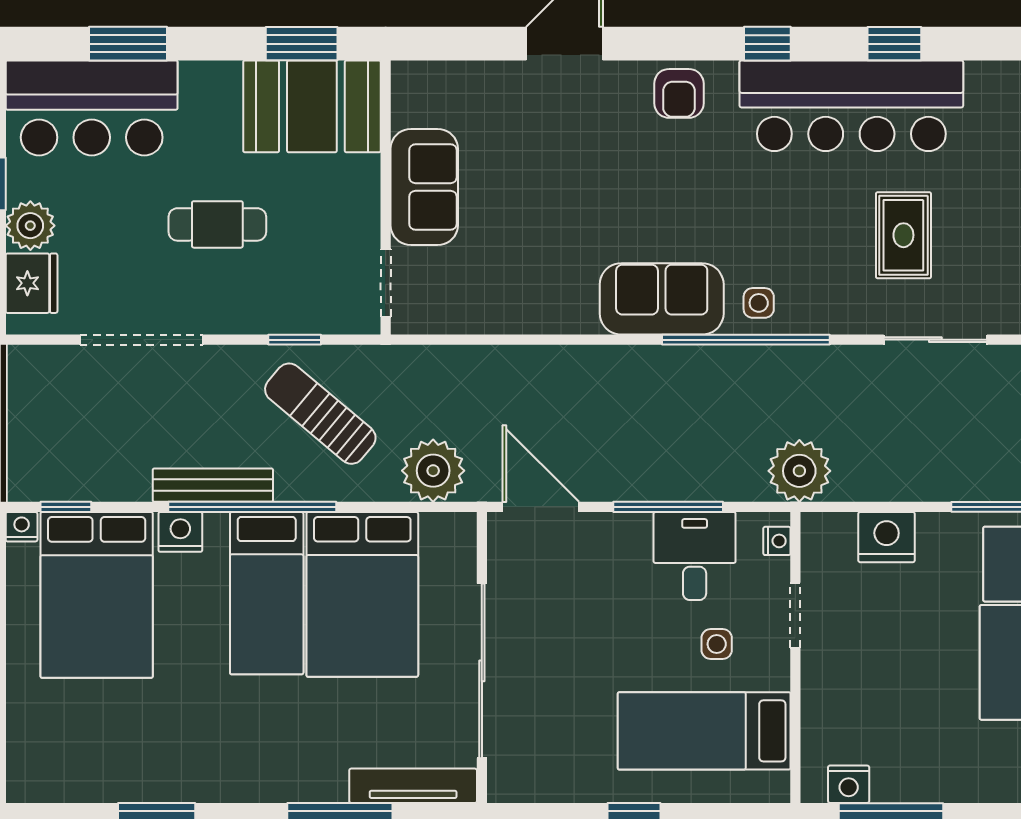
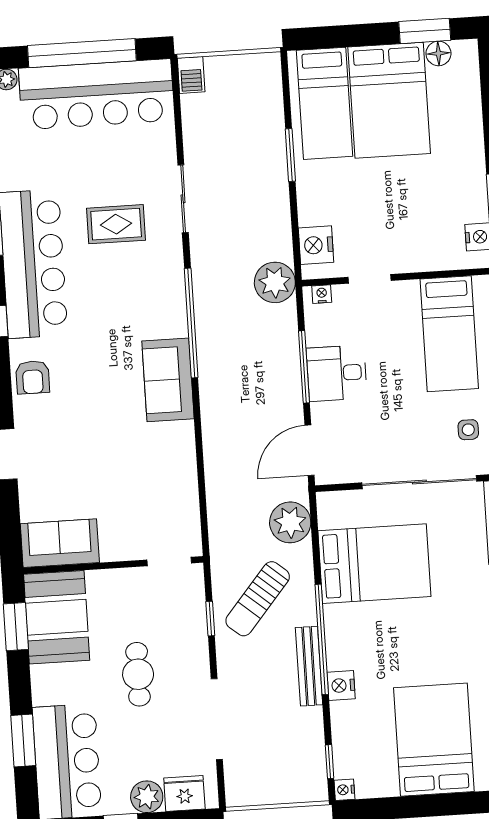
armchair: (679, 93) -> (33, 377), turned 90
sofa: (424, 187) -> (60, 543), moved
side table: (759, 303) -> (167, 316), removed
nightstand: (887, 537) -> (316, 245), moved
desk: (695, 556) -> (337, 373), moved
bed: (267, 593) -> (378, 626), removed
bed: (97, 595) -> (434, 740), moved, turned -90
side table: (717, 644) -> (468, 430), moved

